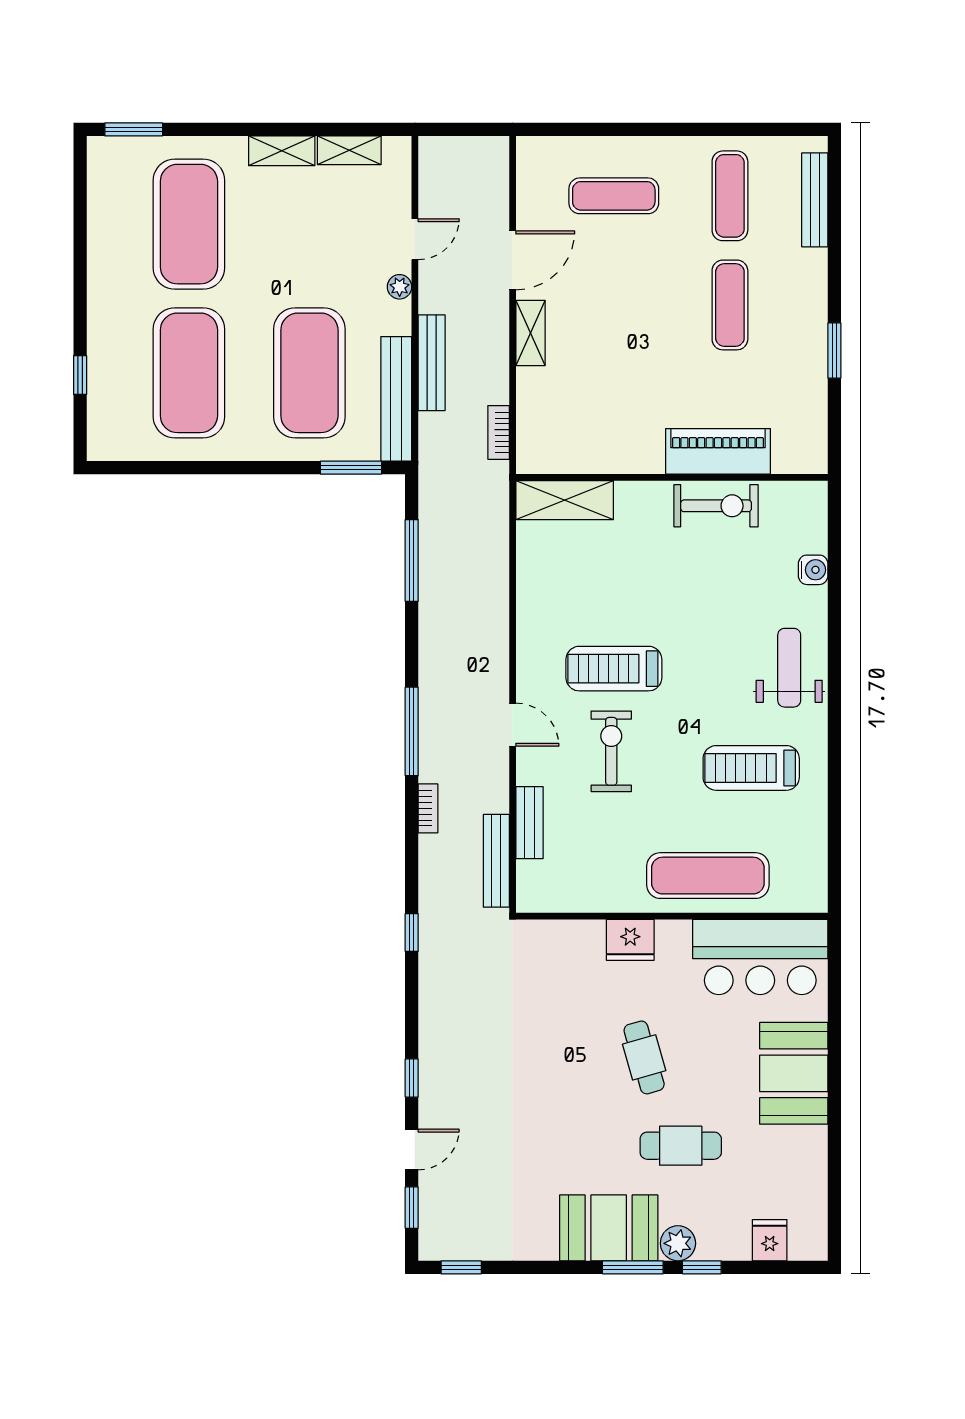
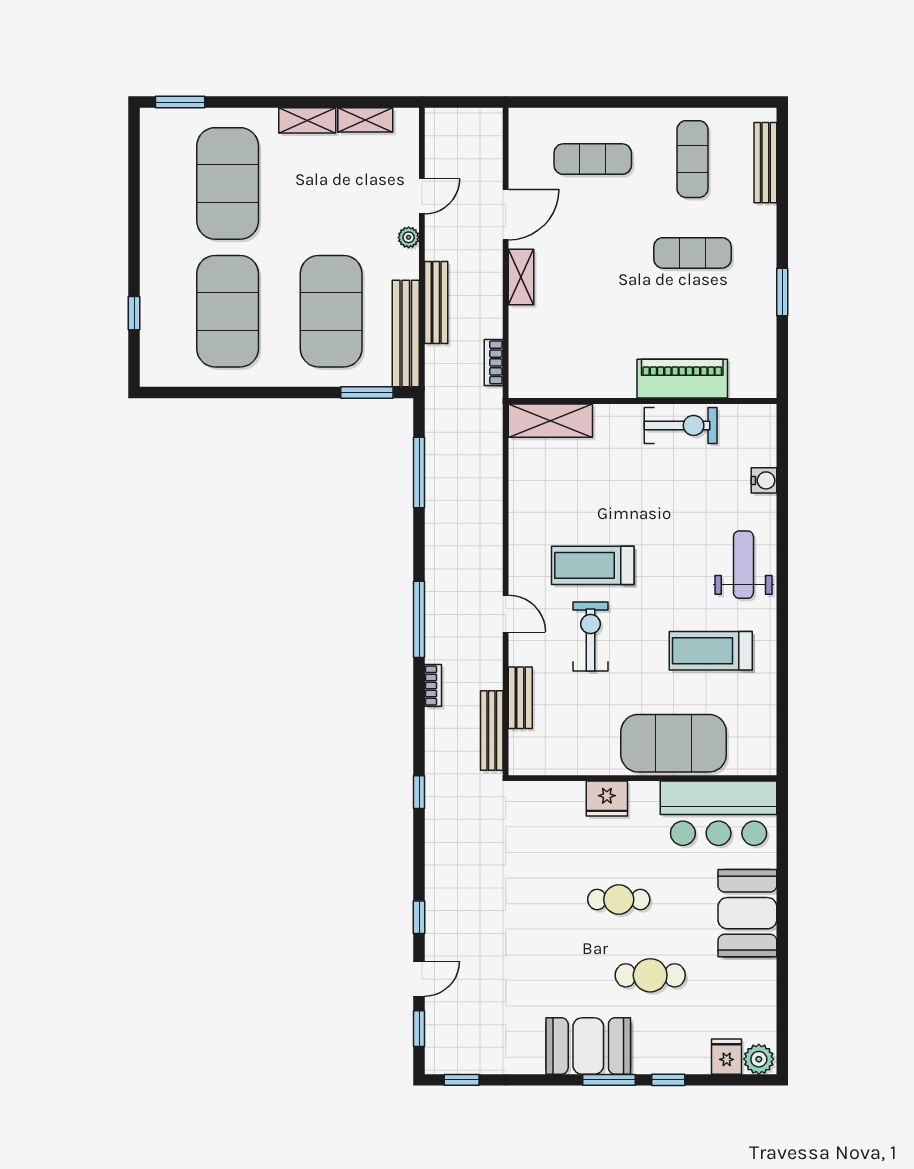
exercise mat: (730, 305) -> (692, 253), turned 90
exercise mat: (708, 876) -> (674, 743), width x1.47
cafe table: (644, 1057) -> (619, 900), turned -74
plant: (678, 1243) -> (759, 1059), moved

